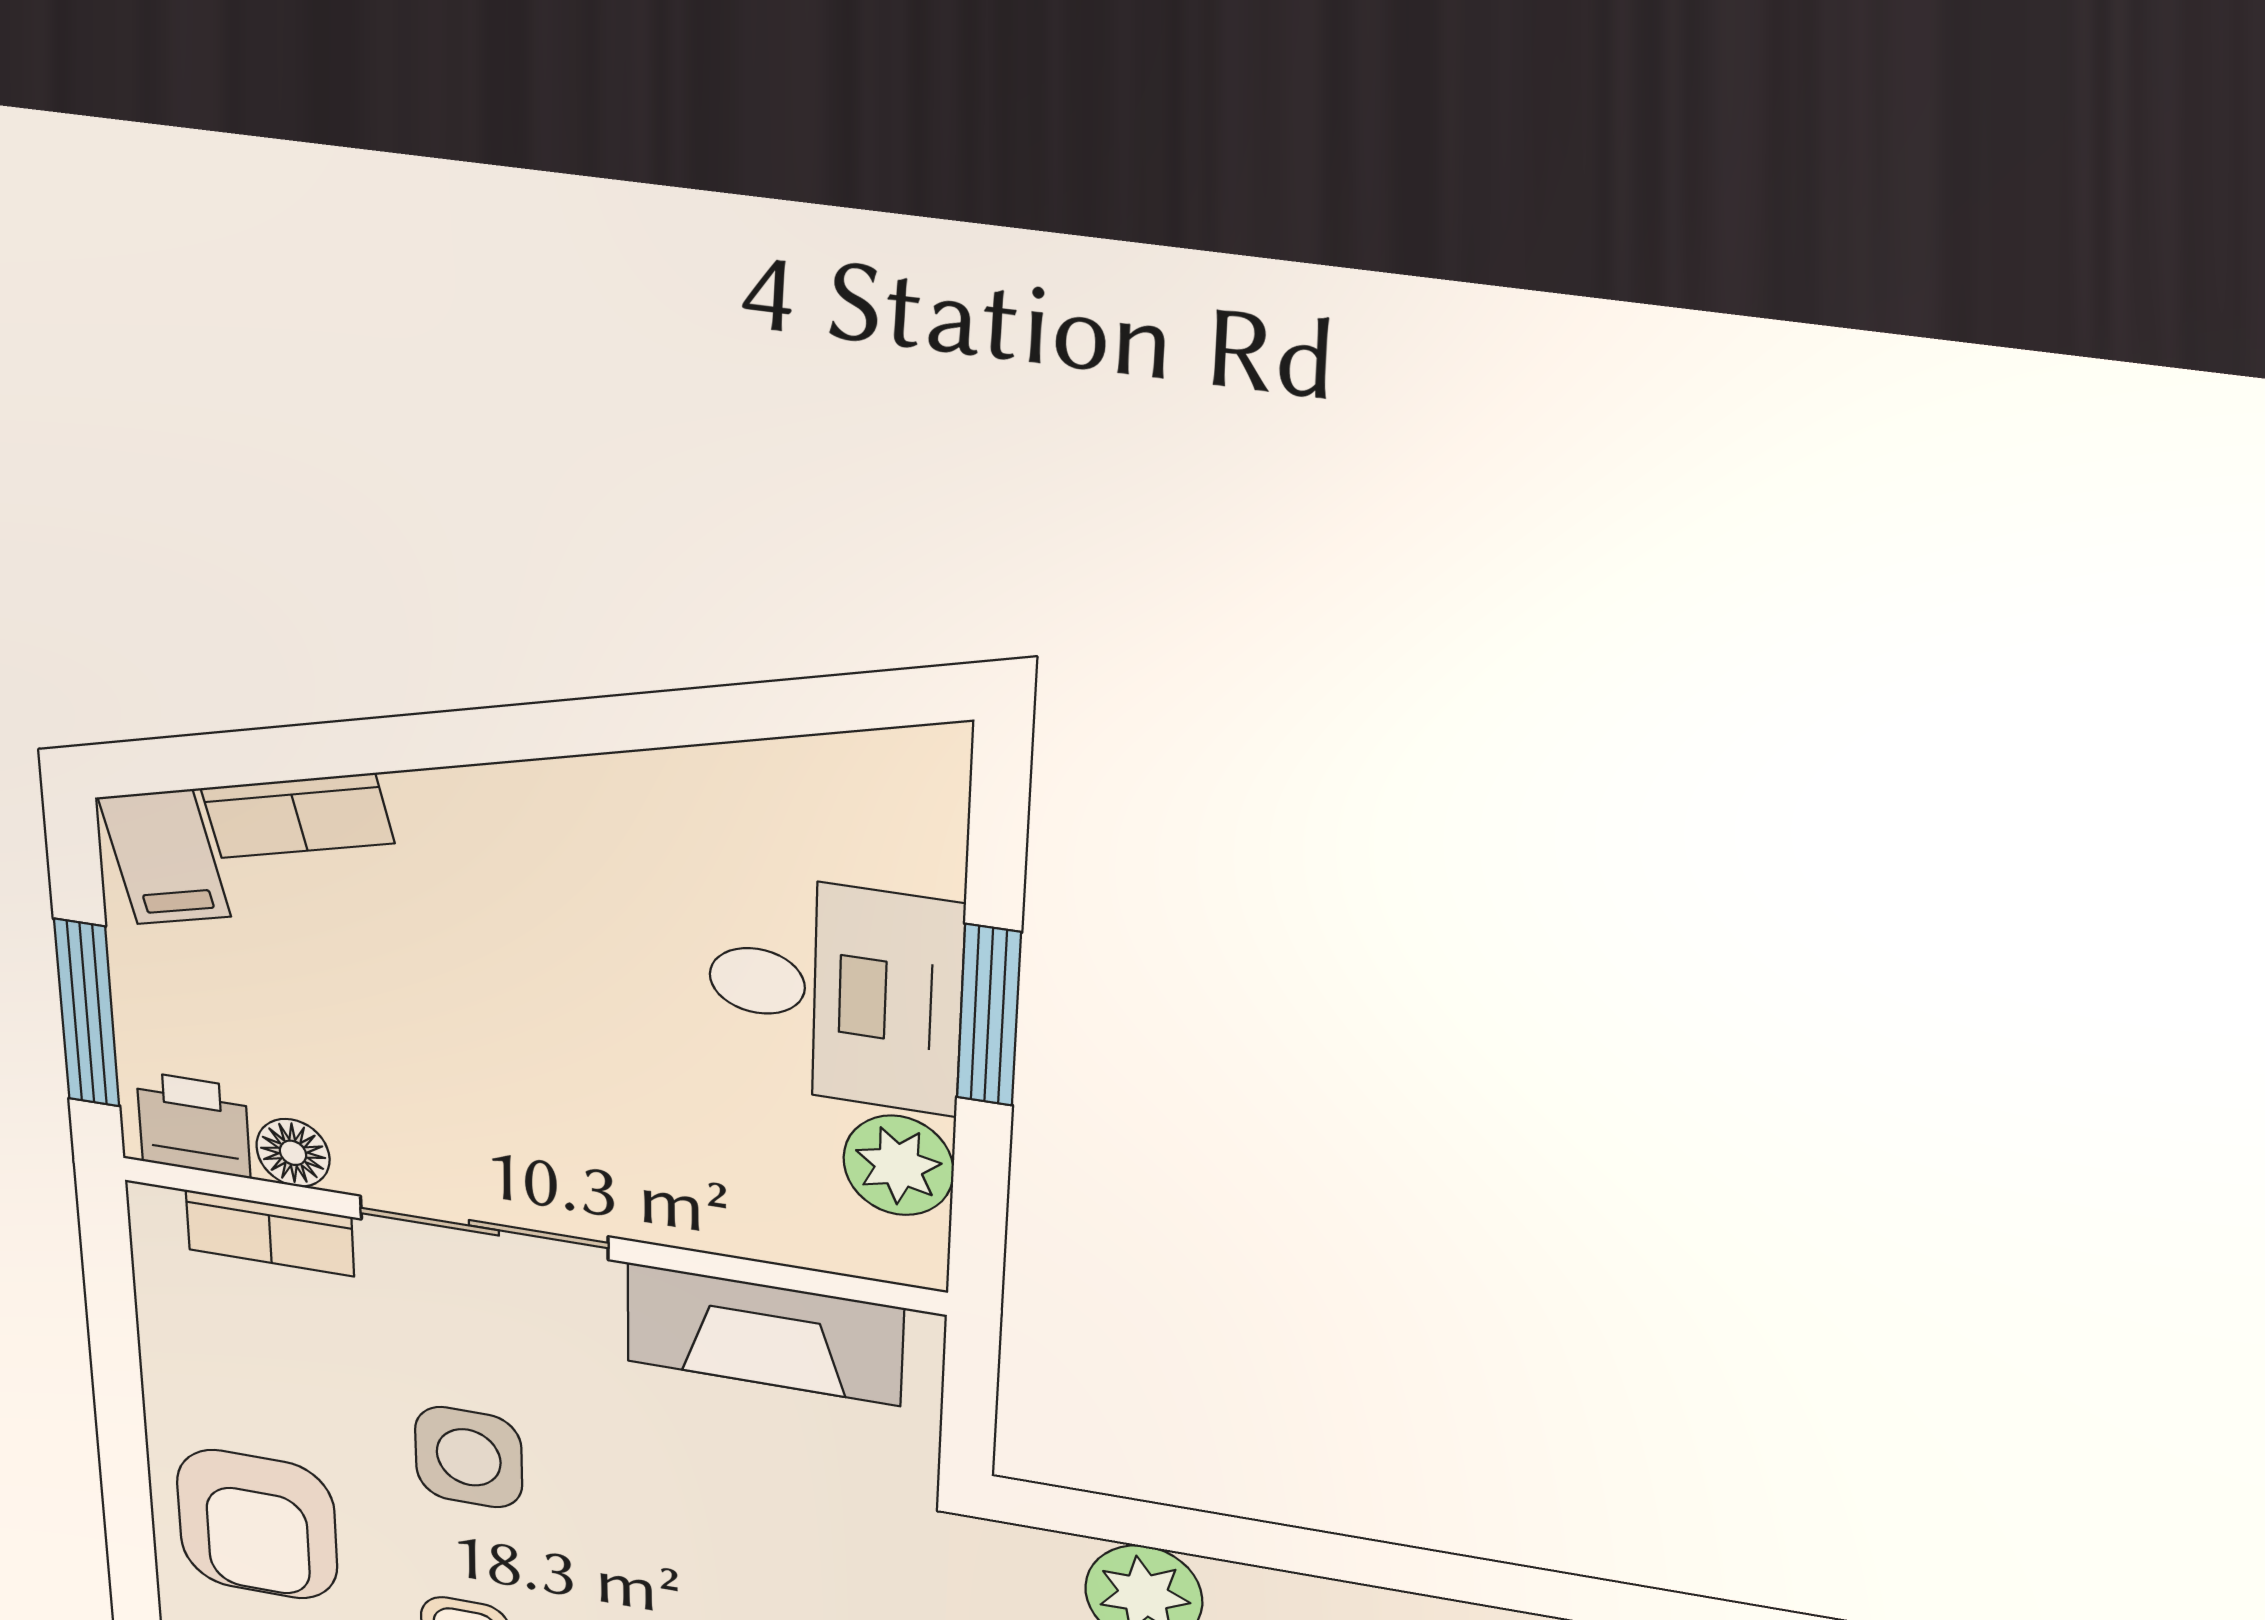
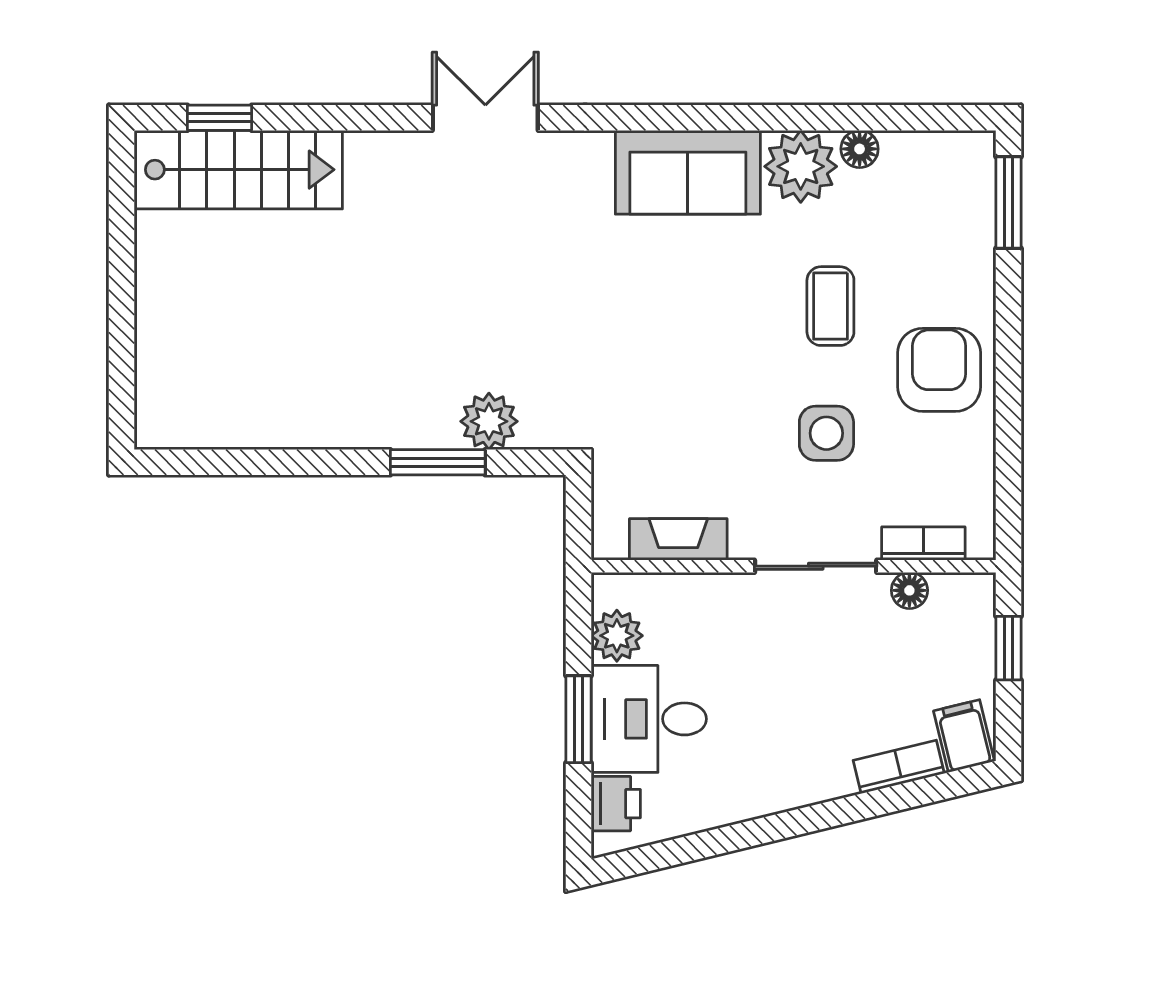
window: (87, 1013) -> (1008, 648), width x0.67
printer: (193, 1125) -> (616, 804), moved, turned -90
fireplace: (764, 1335) -> (678, 539), width x0.73, depth x0.76
window: (1256, 1543) -> (438, 462), added

